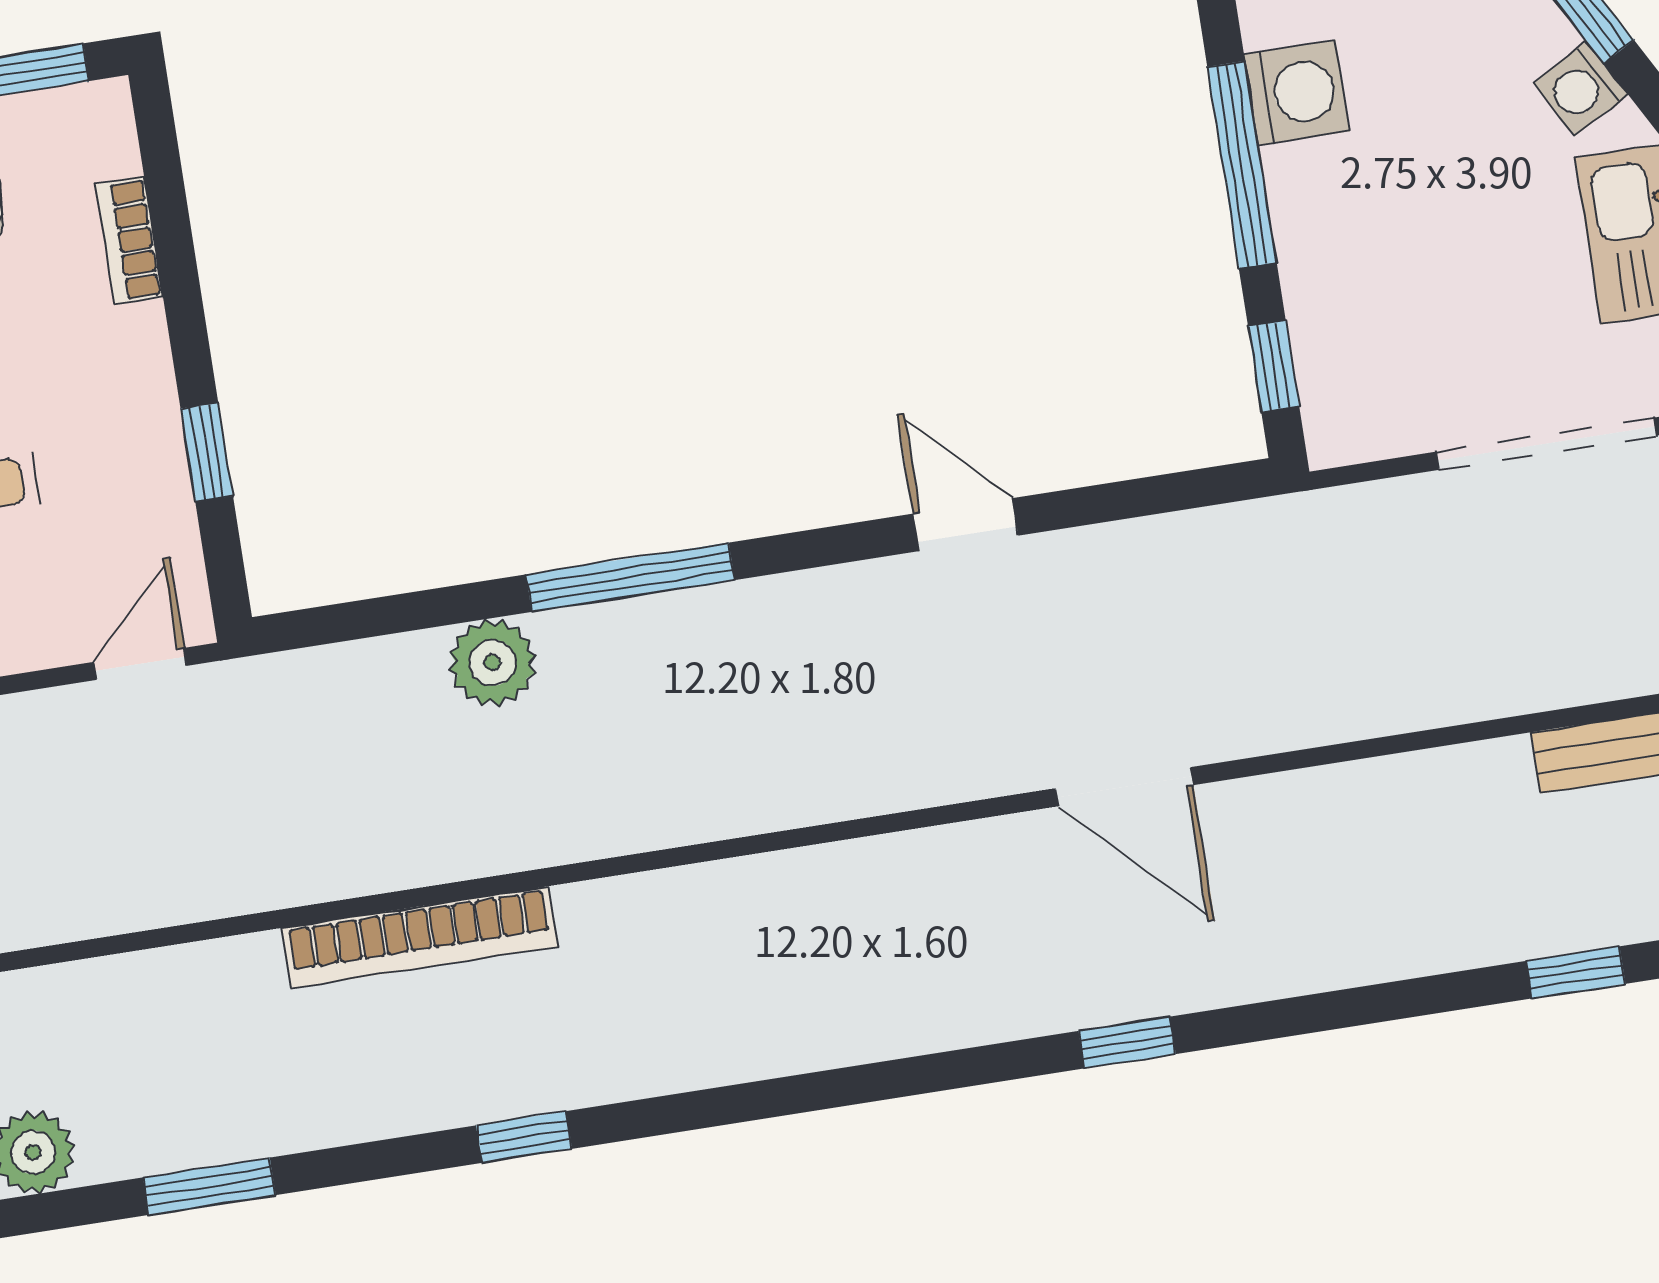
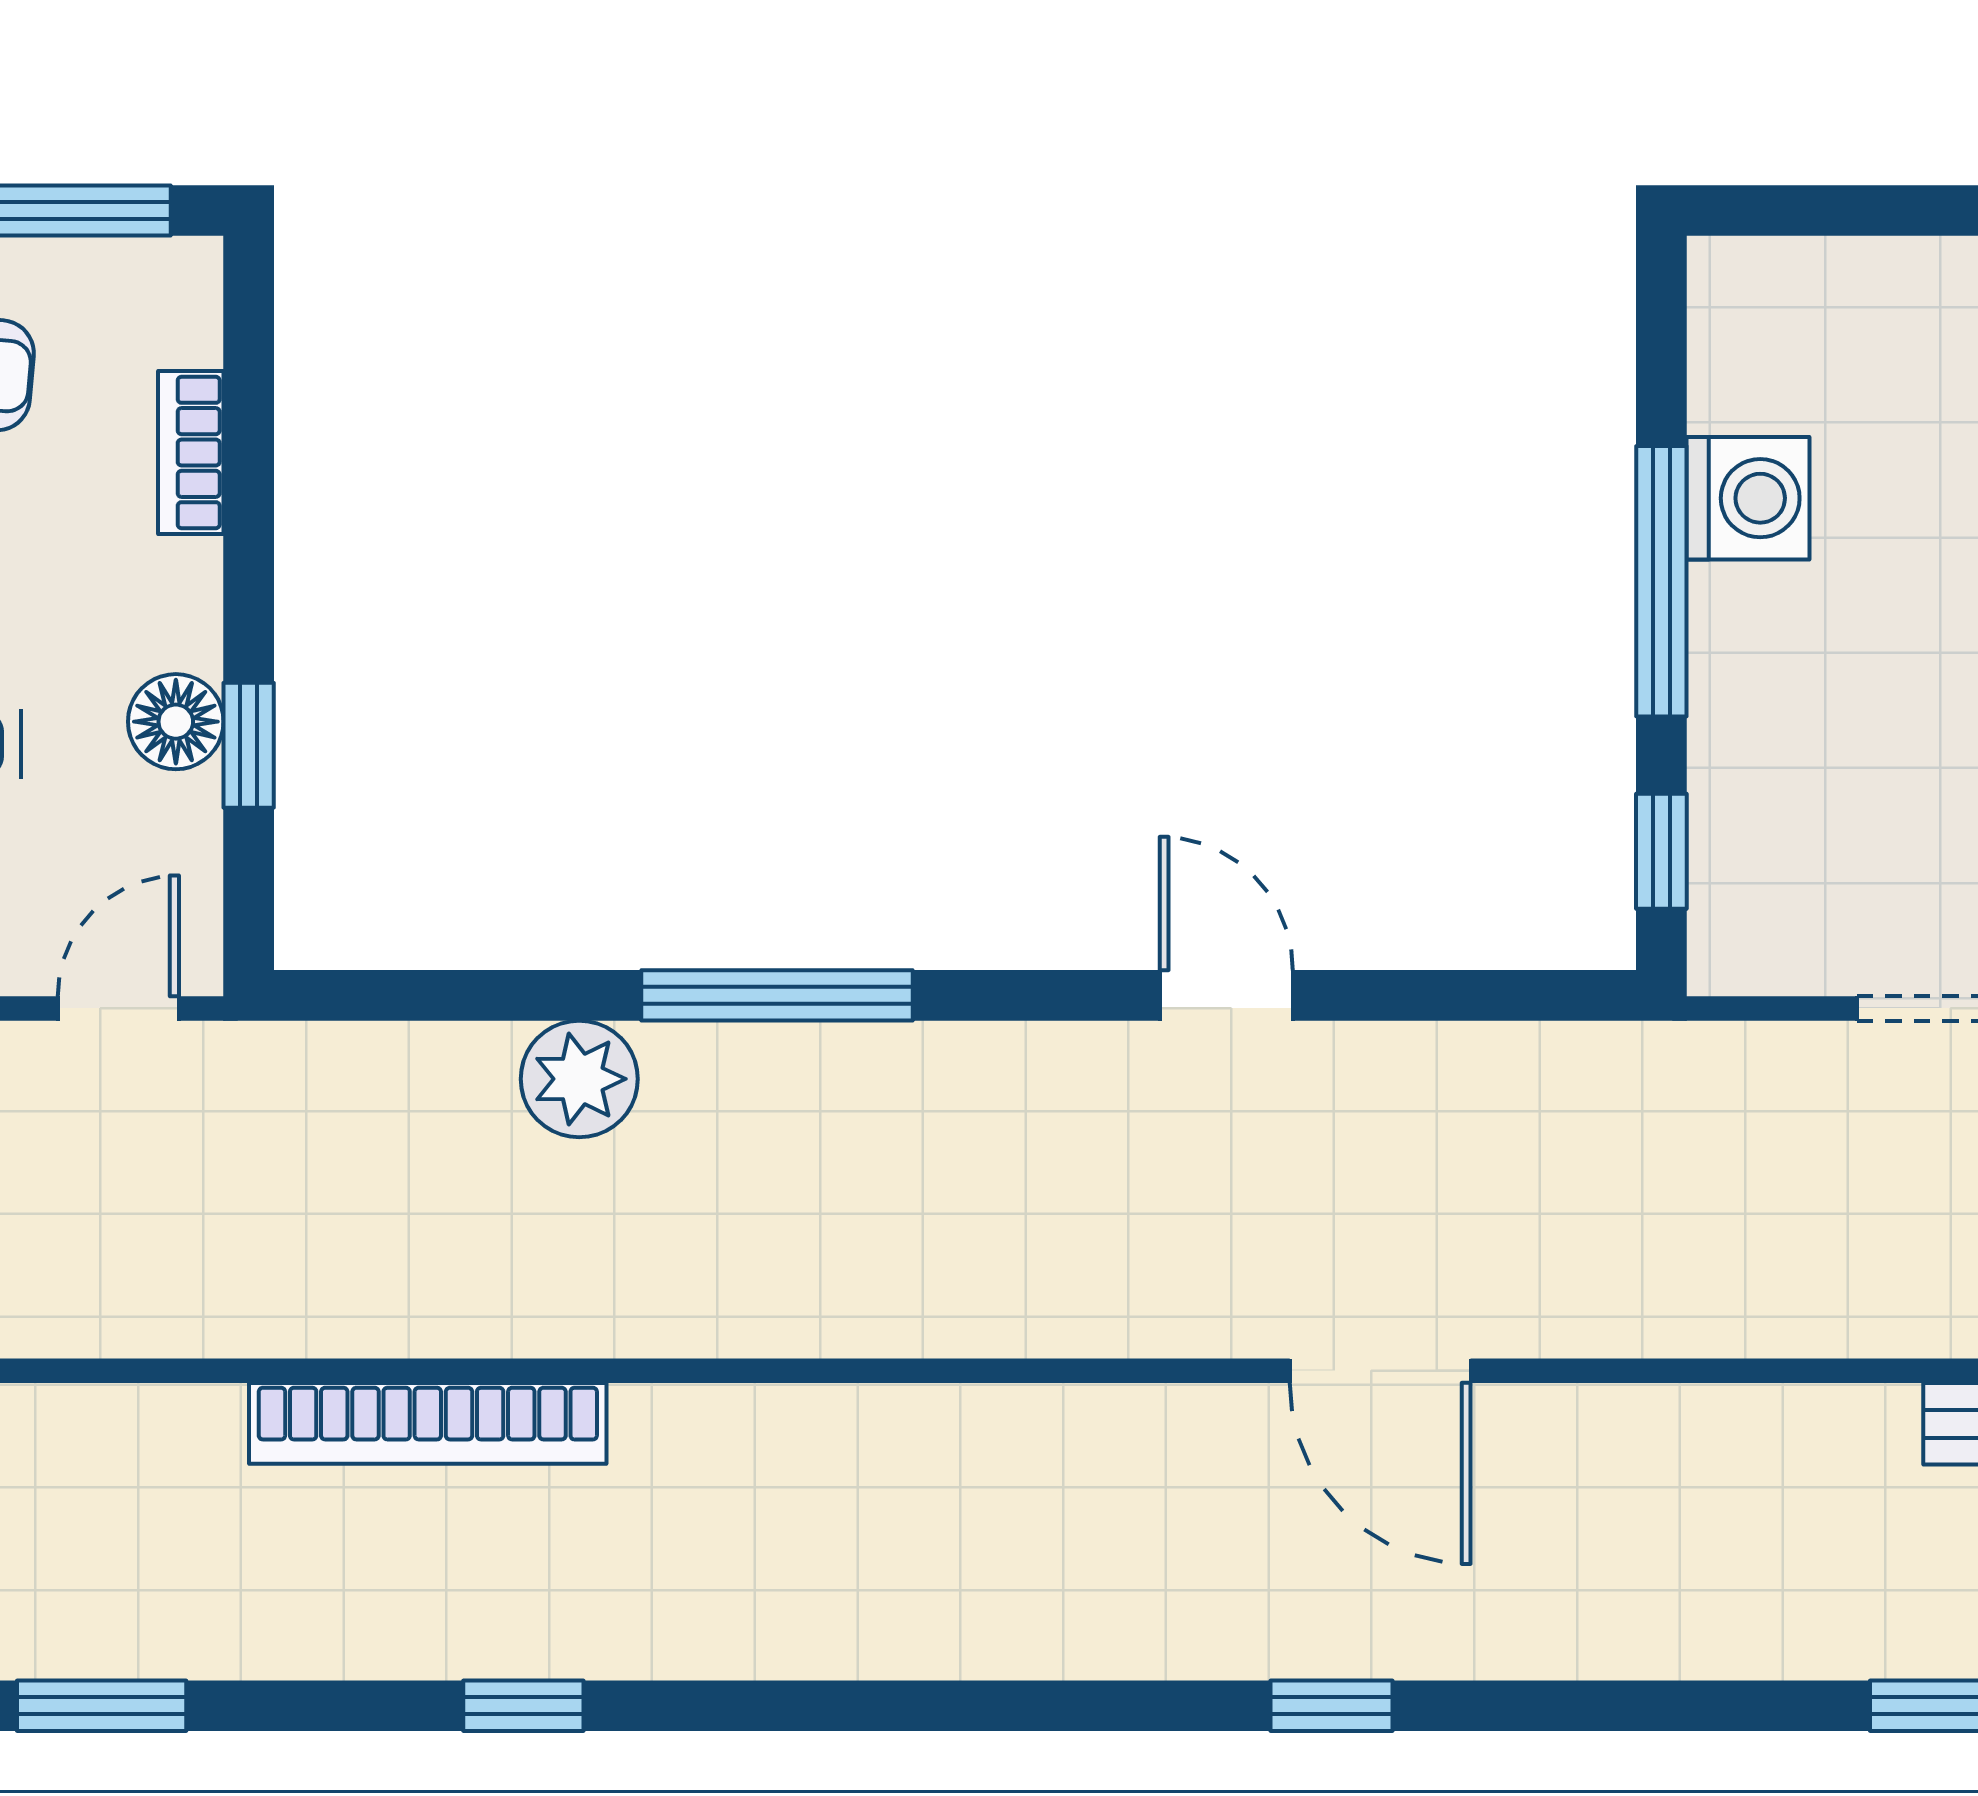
floor lamp: (150, 443) -> (176, 722), added

